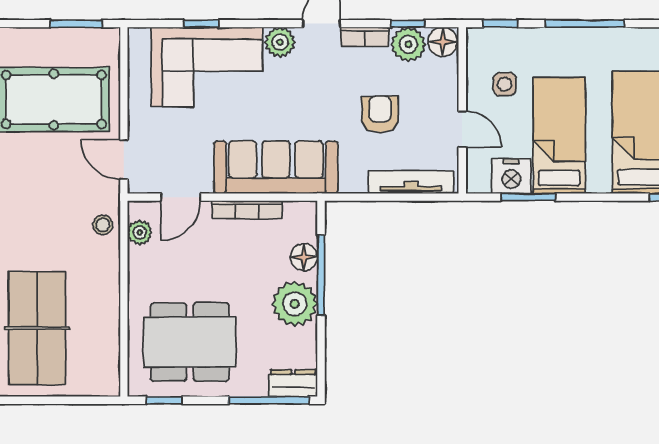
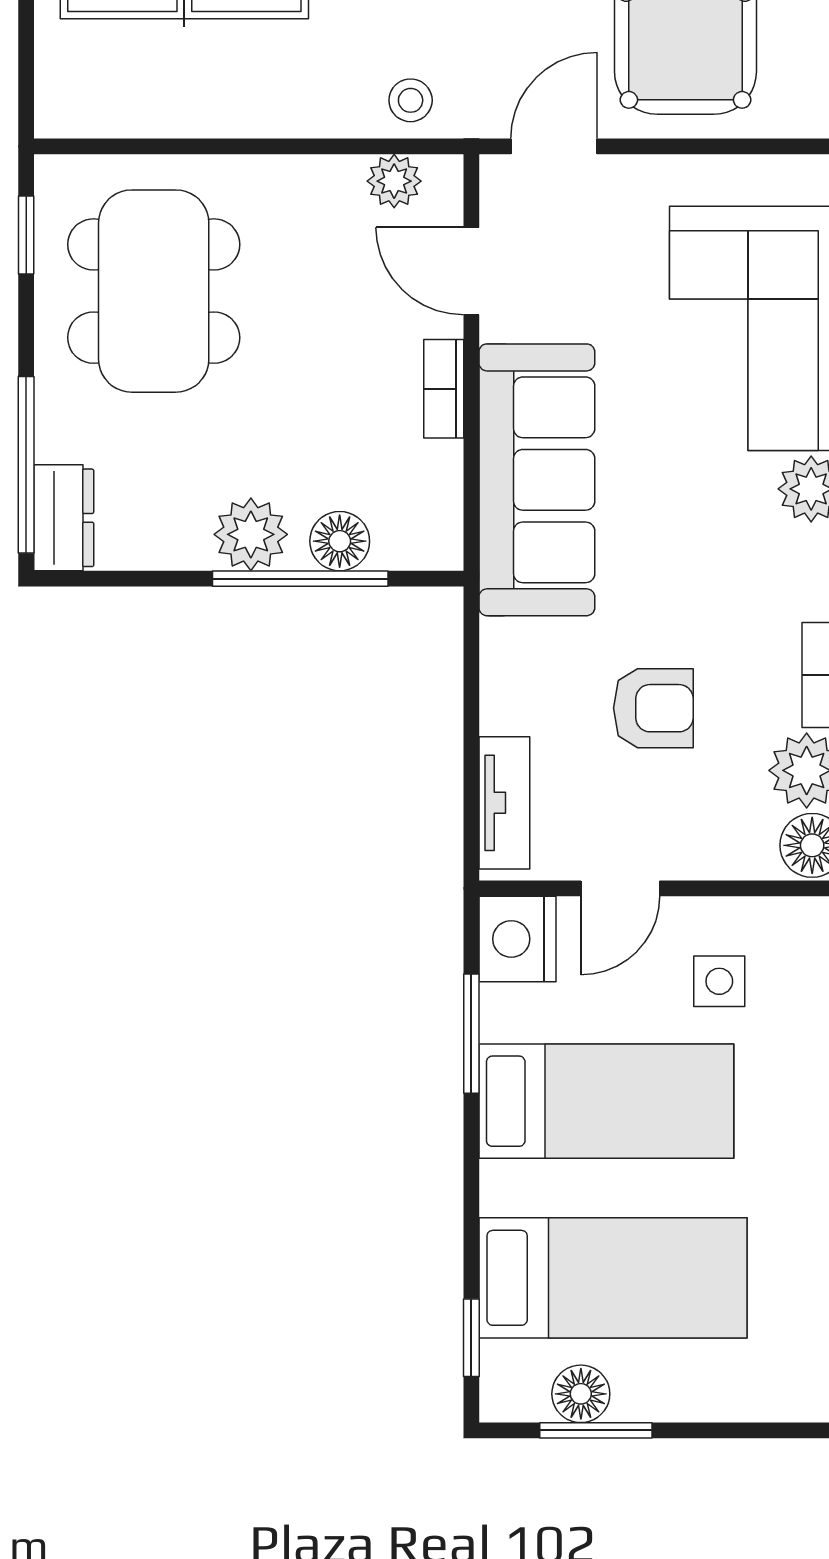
nightstand: (511, 176) -> (517, 939), moved
tv unit: (411, 182) -> (504, 803), width x0.71
bookcase: (247, 210) -> (444, 389), width x0.64
plant: (295, 304) -> (251, 534), width x0.73, depth x0.73

